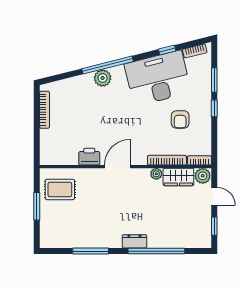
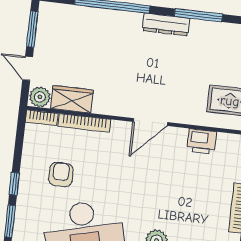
printer: (89, 157) -> (202, 141), moved
plant: (156, 174) -> (101, 107), removed
window: (214, 226) -> (32, 29), width x1.50
dresser: (134, 241) -> (166, 24), moved, width x1.44

